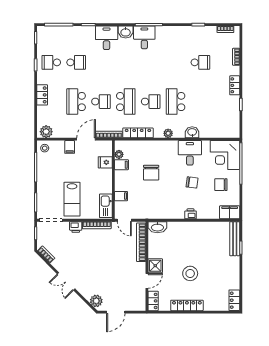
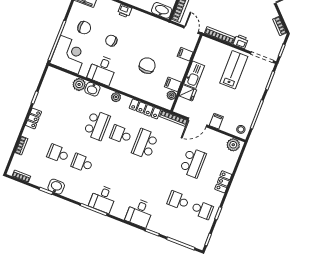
washbasin: (126, 32) -> (56, 187), moved
school desk: (101, 102) -> (82, 163), moved
plant: (206, 132) -> (79, 84), added
kitchen sink: (106, 206) -> (194, 75), moved

